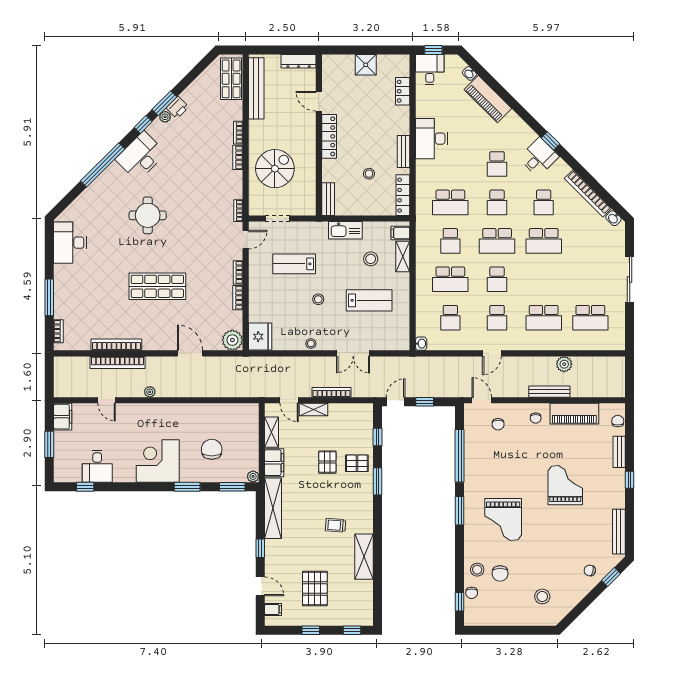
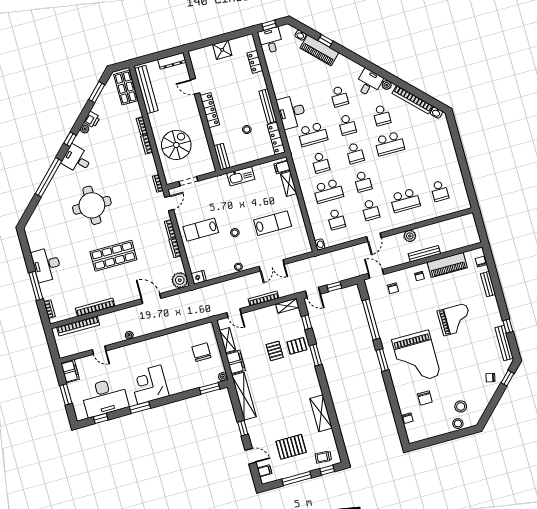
window: (164, 103) -> (97, 92), moved
desk: (432, 139) -> (292, 112), moved
window: (551, 141) -> (325, 41), moved
bench: (404, 151) -> (268, 106), width x1.36
desk: (141, 156) -> (77, 159), width x0.73
plant: (561, 166) -> (387, 85), added
round table: (148, 215) -> (92, 205), width x1.36, depth x1.36
school desk: (497, 241) -> (355, 153), width x0.54
desk: (70, 243) -> (47, 265), moved
stool: (371, 259) -> (265, 192), removed
lab bench: (294, 264) -> (201, 230), moved
sliding door: (630, 279) -> (461, 155), removed
school desk: (590, 318) -> (440, 191), width x0.54
fridge: (260, 337) -> (199, 277), width x0.53, depth x0.75
bookcase: (117, 362) -> (78, 326), moved
plant: (564, 364) -> (410, 236), moved
door: (396, 402) -> (313, 292), swing flipped
shelving: (313, 410) -> (287, 306), moved
chair: (212, 449) -> (201, 352), moved
desk: (97, 466) -> (105, 397), width x1.87, depth x1.30
window: (630, 480) -> (508, 326), moved
grand piano: (565, 485) -> (455, 320), turned 90
window: (187, 487) -> (140, 408), moved
grand piano: (503, 520) -> (416, 358), width x1.37, depth x1.48
trolley: (336, 525) -> (323, 457), moved
stool: (477, 570) -> (458, 424), moved
pallet: (315, 588) -> (291, 447), turned 90
window: (460, 602) -> (401, 427), removed
window: (311, 630) -> (297, 478), width x2.17

